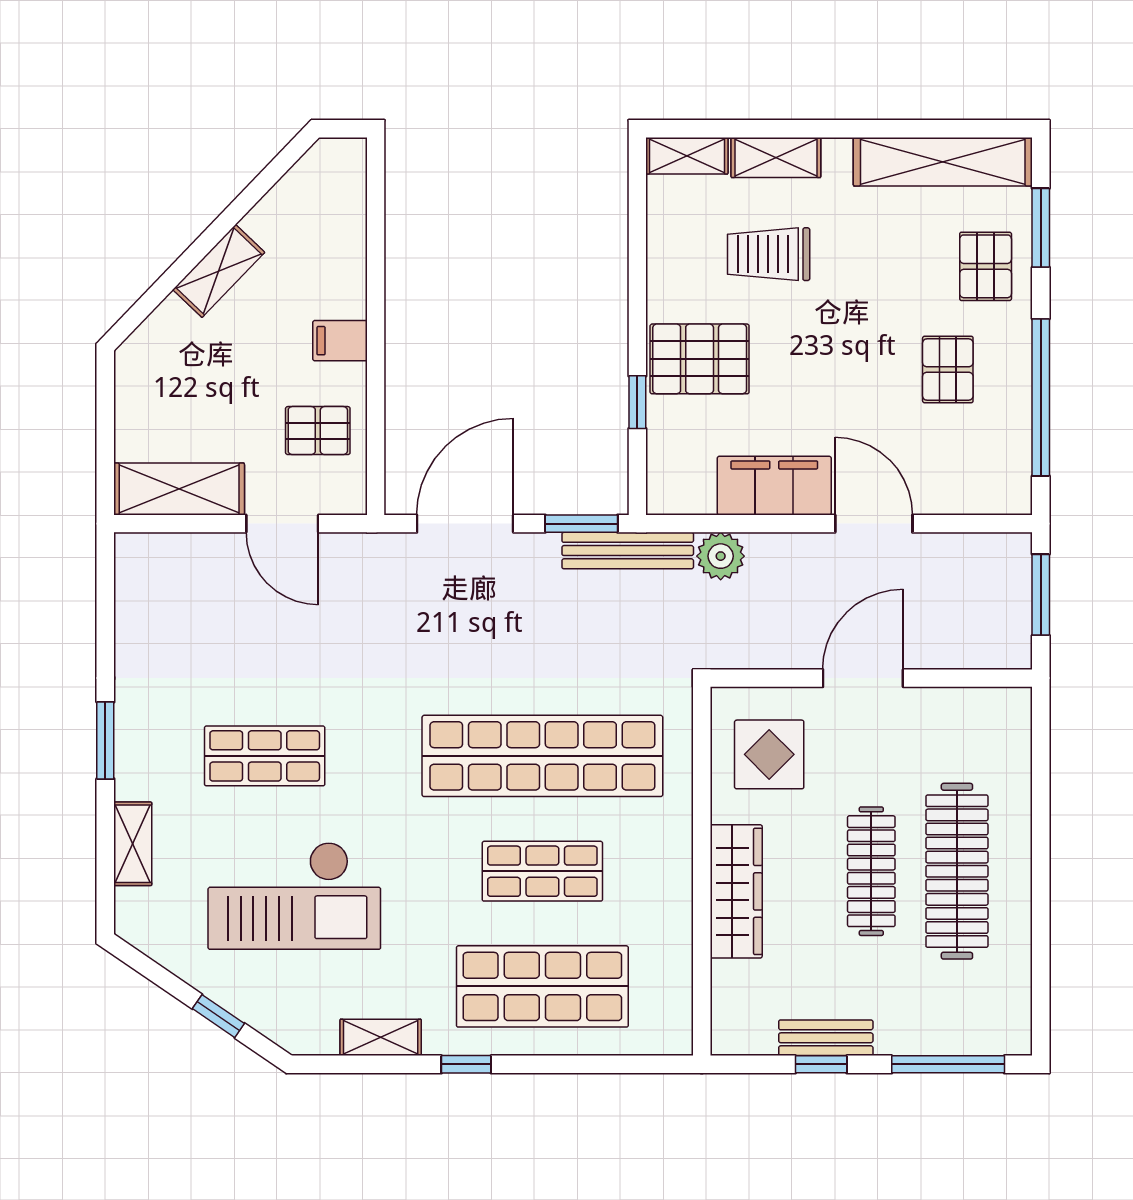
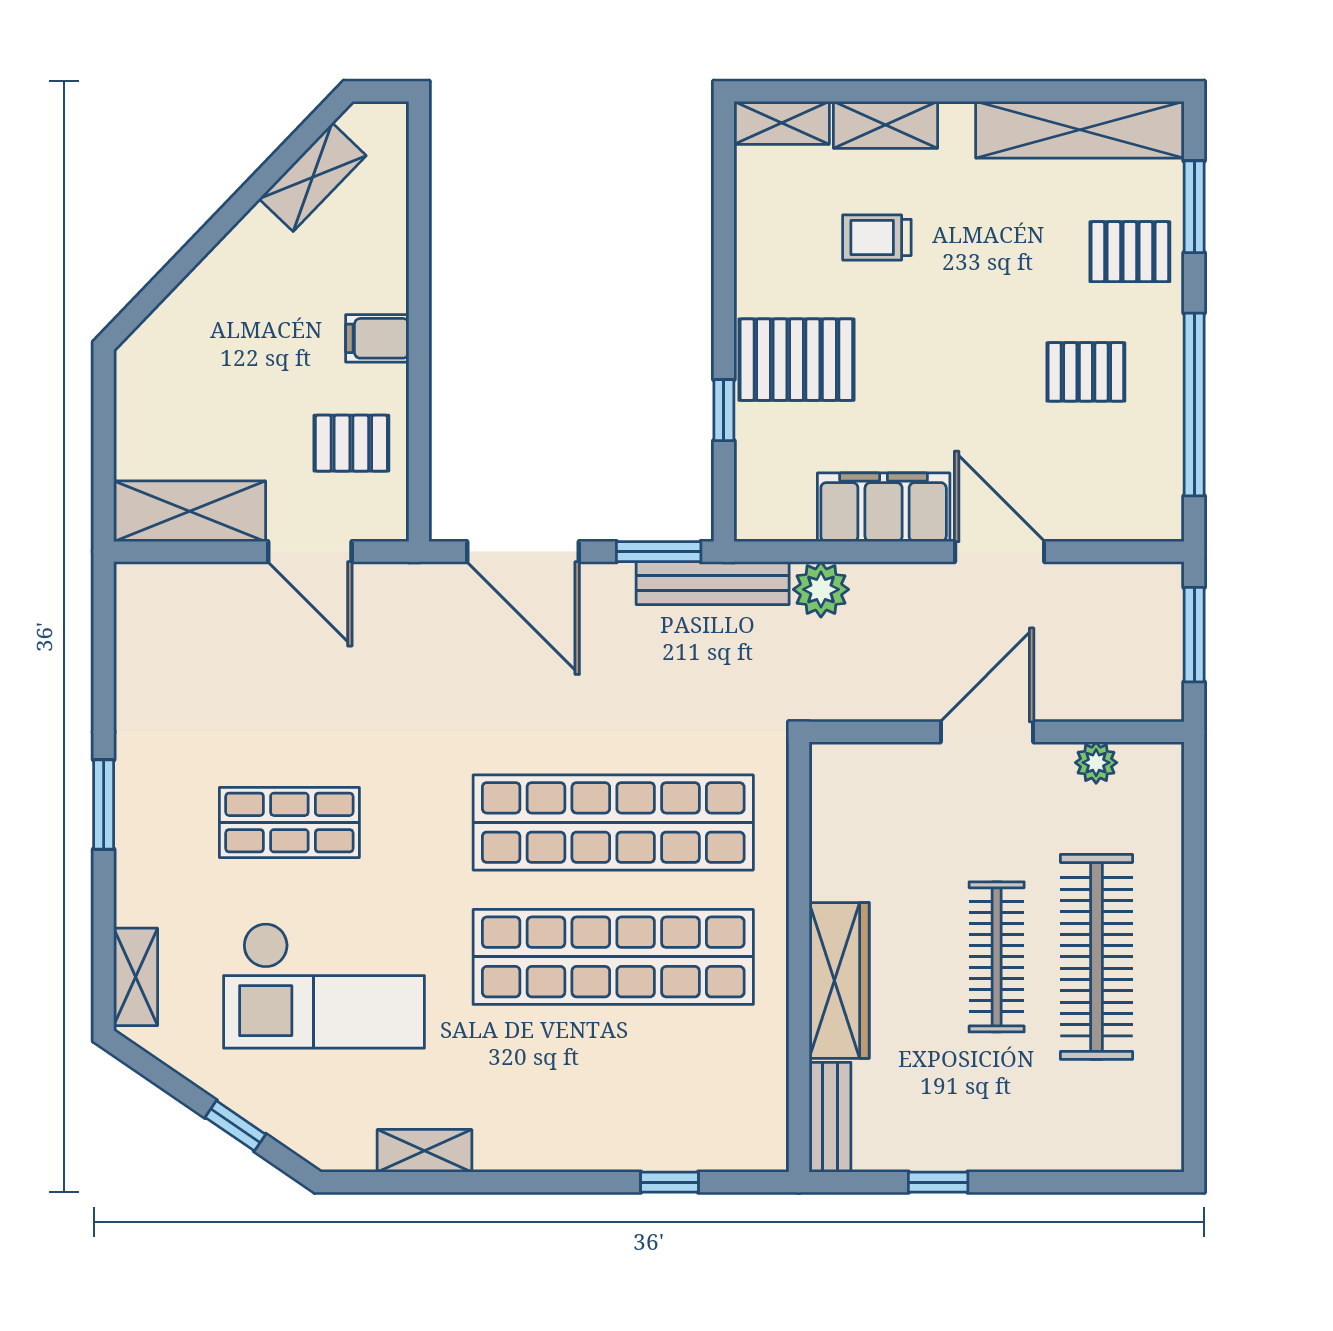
trolley: (769, 254) -> (877, 237), width x0.73, depth x0.72
pallet: (986, 266) -> (1130, 252), turned 90
shelving: (219, 271) -> (313, 177), moved
pallet: (948, 369) -> (1086, 372), turned 90
door: (465, 524) -> (523, 552), swing flipped
plant: (957, 705) -> (1096, 763), added
display table: (769, 754) -> (878, 821), removed
shelving: (133, 844) -> (136, 977), moved
shop shelf: (542, 871) -> (613, 957), width x2.00, depth x1.36
shop shelf: (542, 986) -> (613, 1091), removed
bench: (826, 1038) -> (830, 1117), moved, turned 90
window: (466, 1064) -> (670, 1182), moved
window: (948, 1064) -> (1086, 1182), removed

